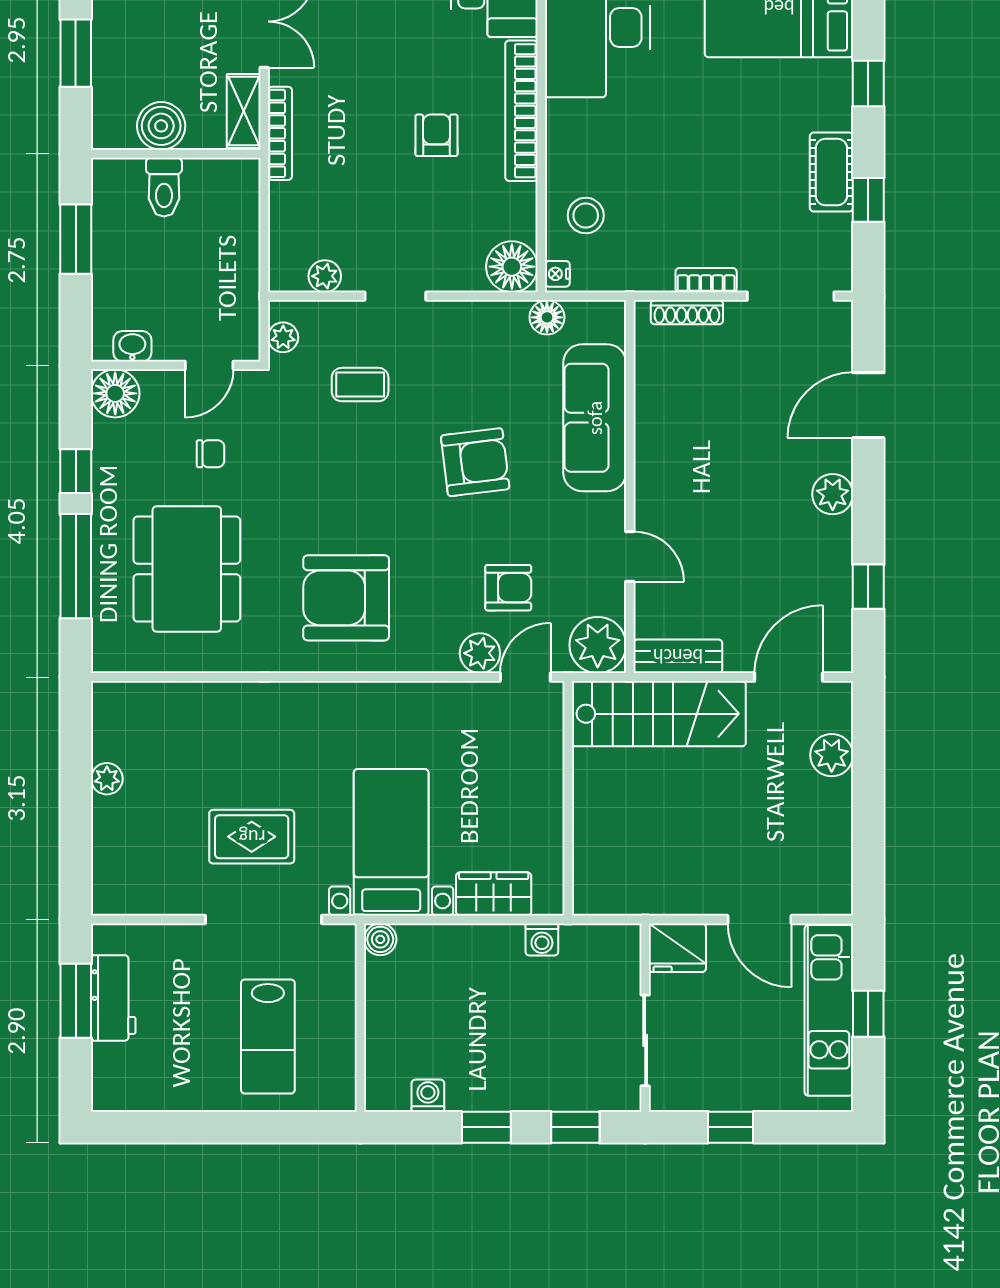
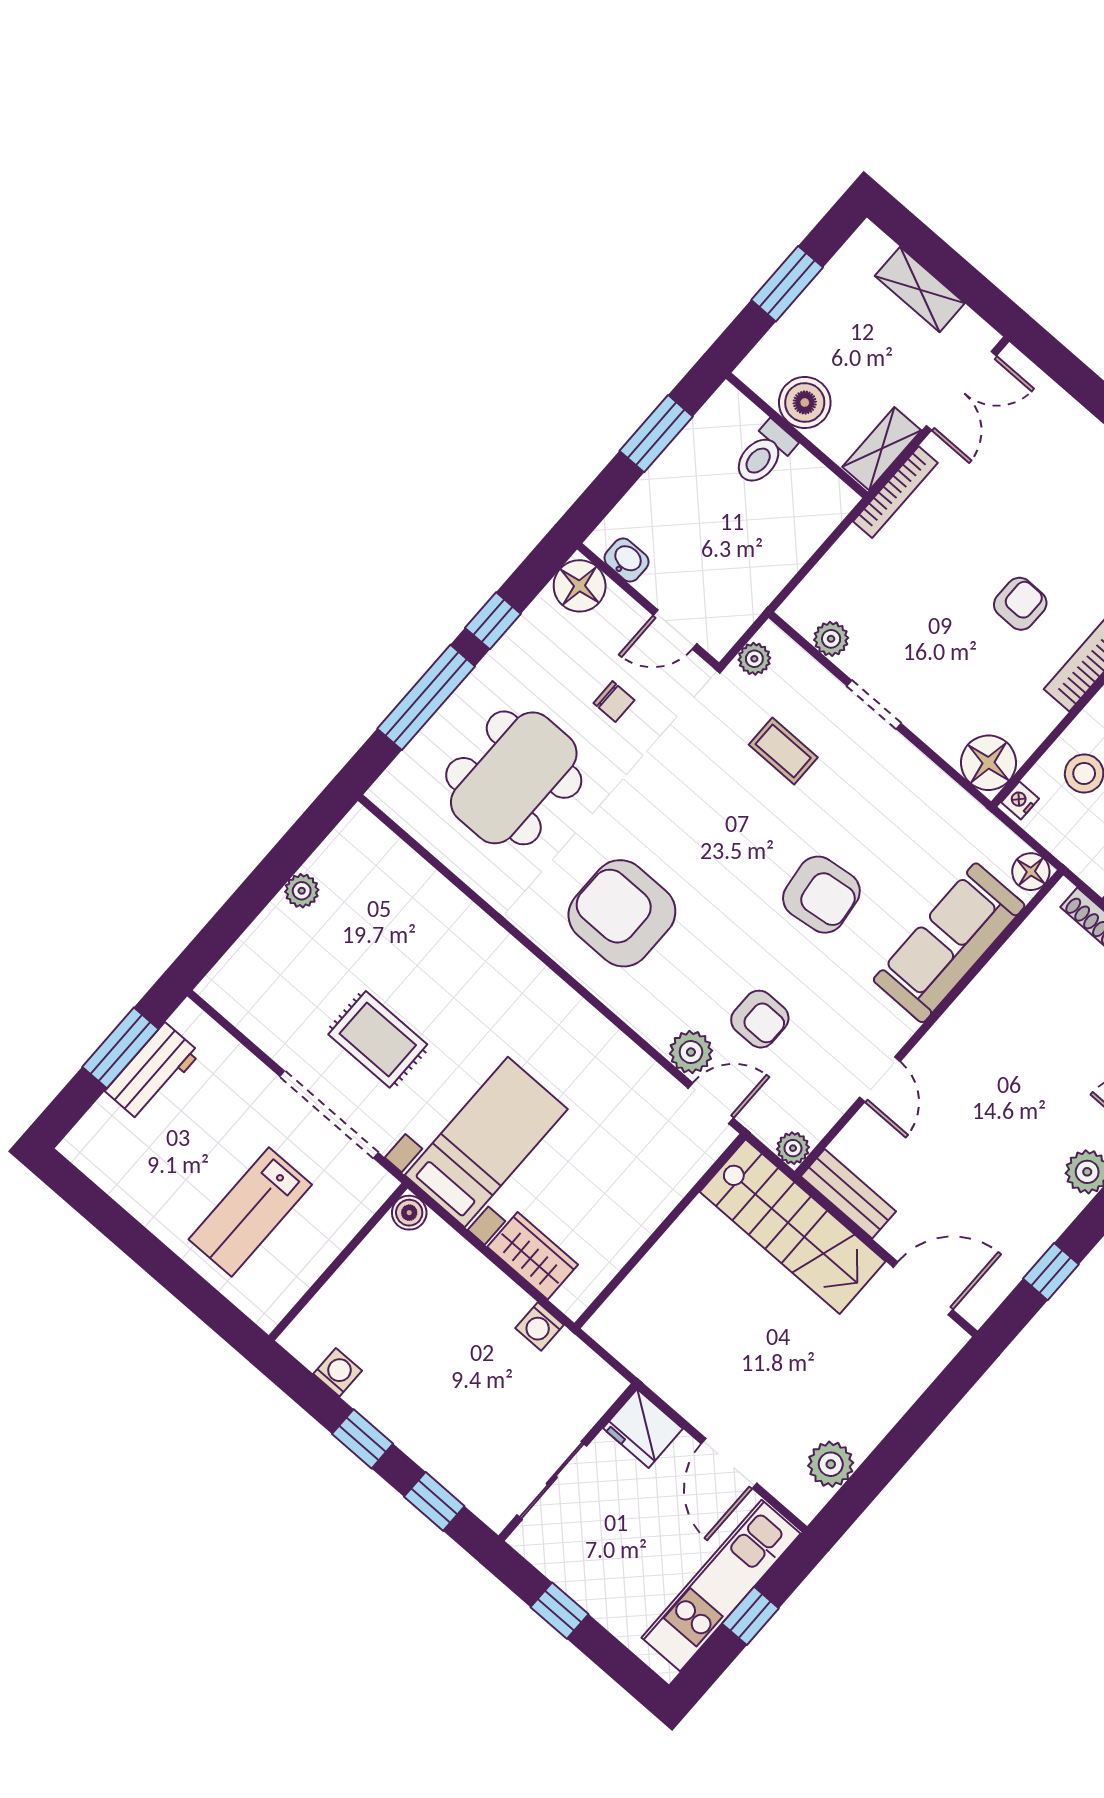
floor lamp: (547, 317) -> (1031, 872), moved
plant: (598, 645) -> (793, 1148), width x0.53, depth x0.53
plant: (832, 755) -> (831, 1464), moved

